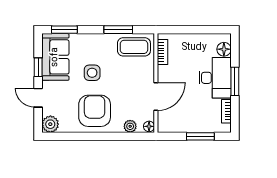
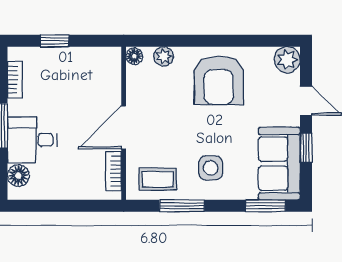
coffee table: (134, 47) -> (158, 179), width x0.73, depth x0.77
side table: (92, 73) -> (211, 168), moved
desk: (215, 78) -> (32, 140), width x0.73
door: (156, 97) -> (124, 127), moved
window: (200, 136) -> (55, 41), width x0.67

